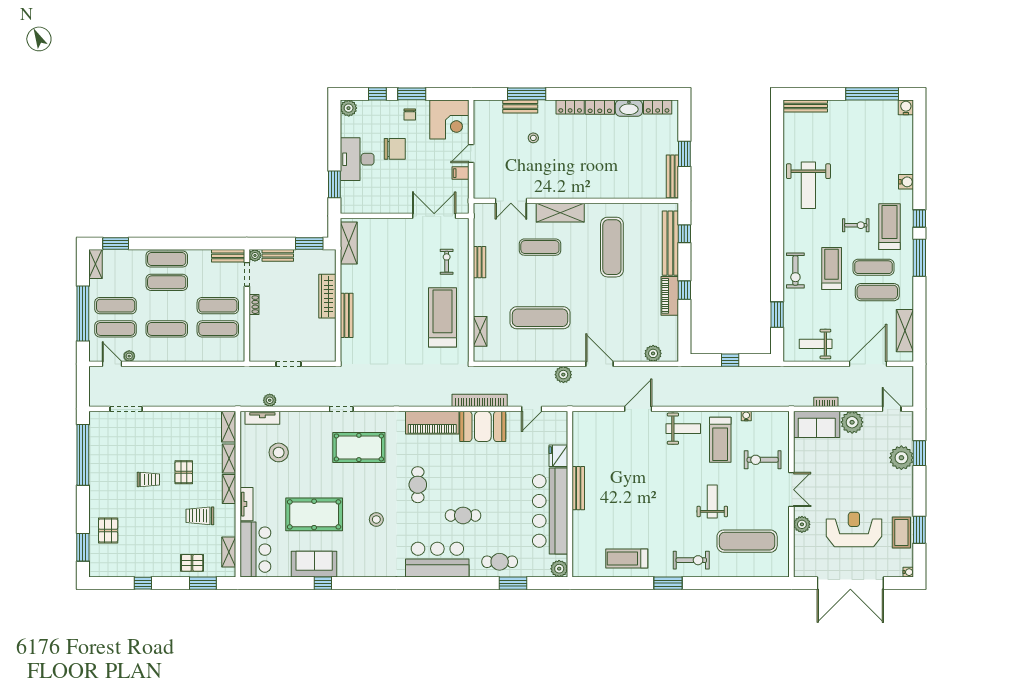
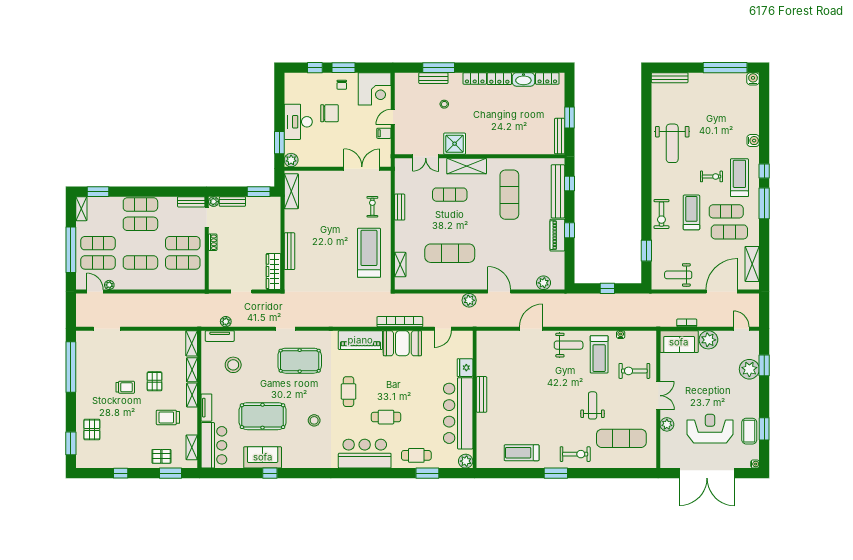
plant: (349, 108) -> (291, 160), moved
shower: (546, 186) -> (455, 144), added
wardrobe: (327, 296) -> (274, 271), moved

